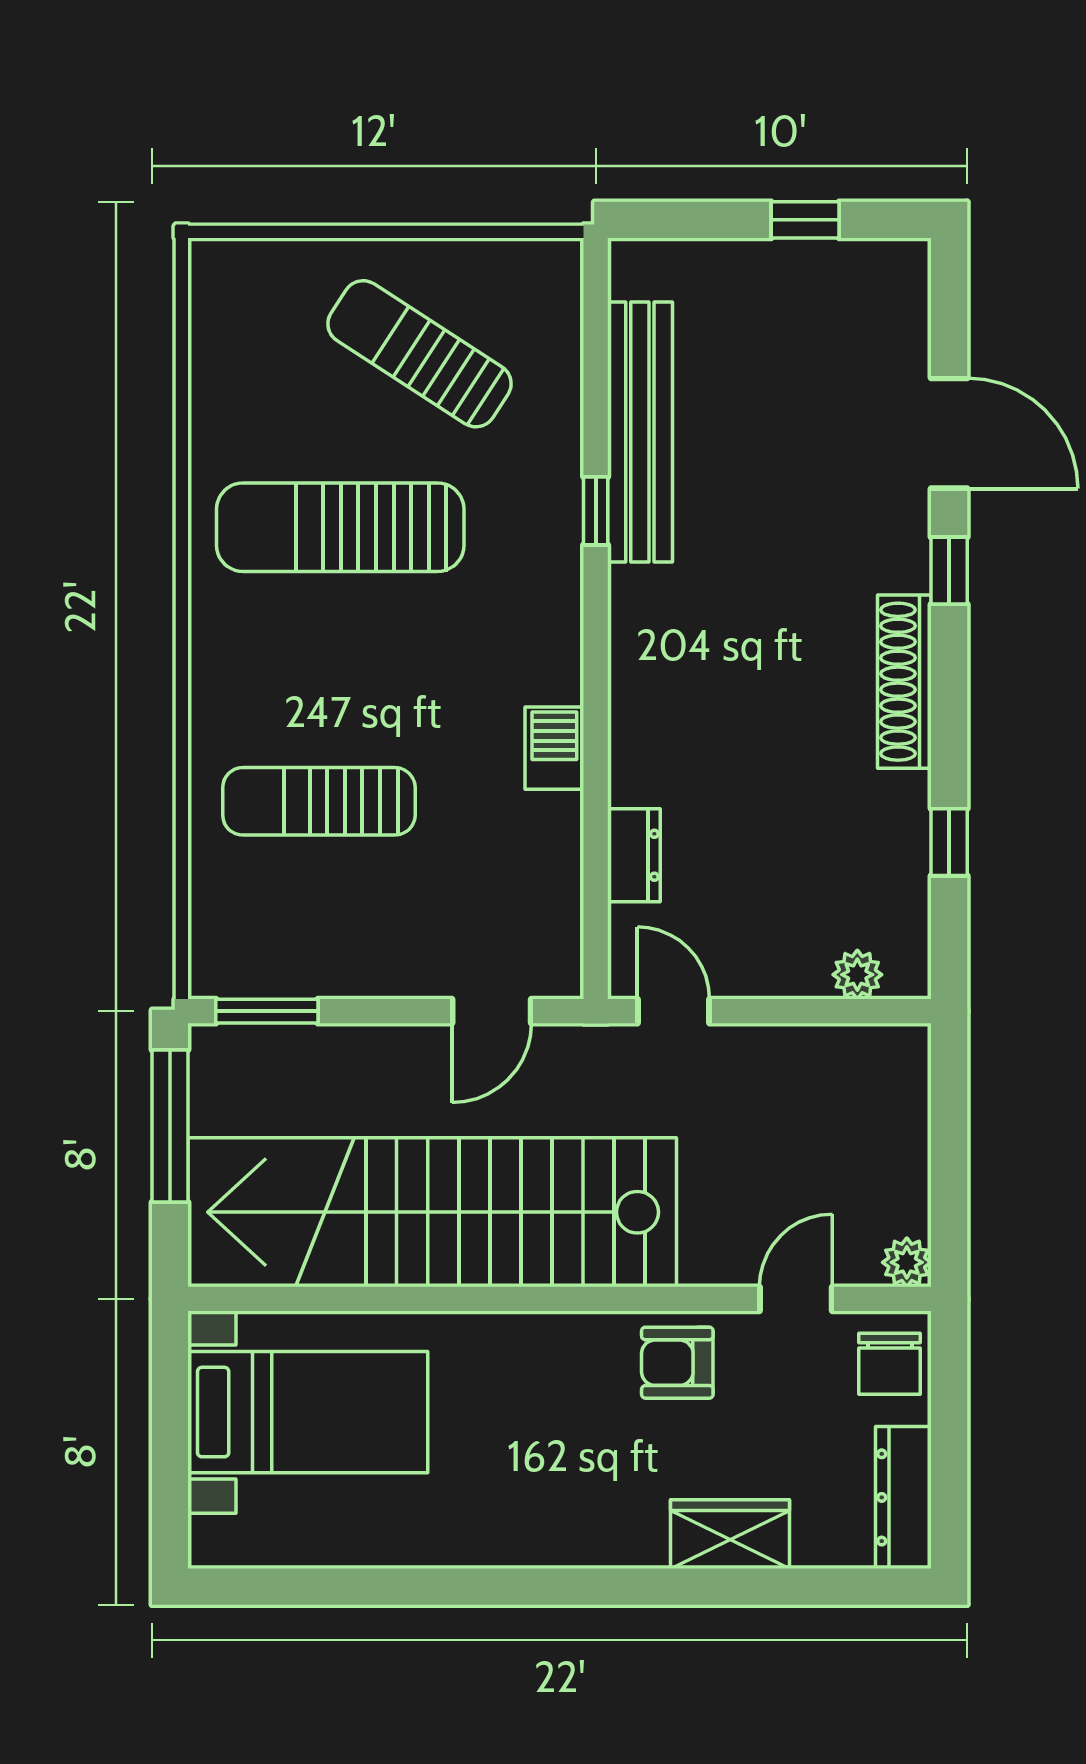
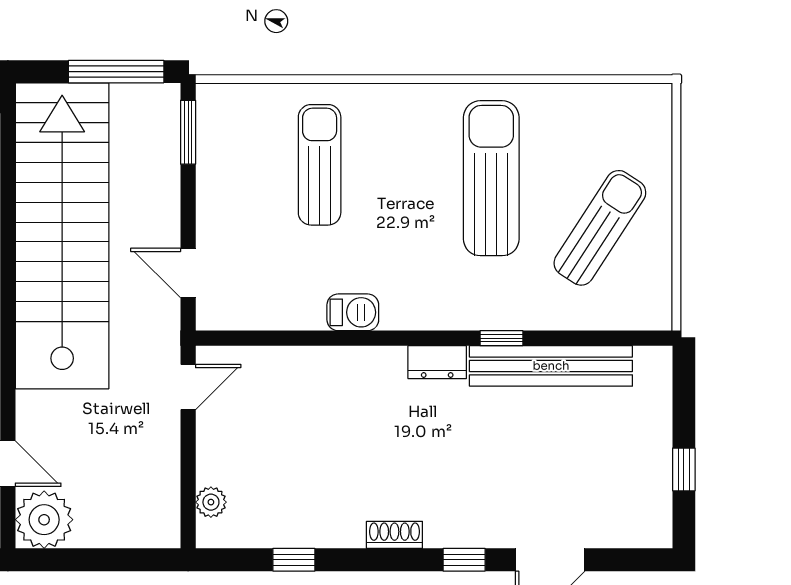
shoe rack: (904, 682) -> (394, 535), width x0.51, depth x0.81
dresser: (634, 855) -> (437, 362), moved
plant: (907, 1262) -> (44, 520), width x1.87, depth x1.87

